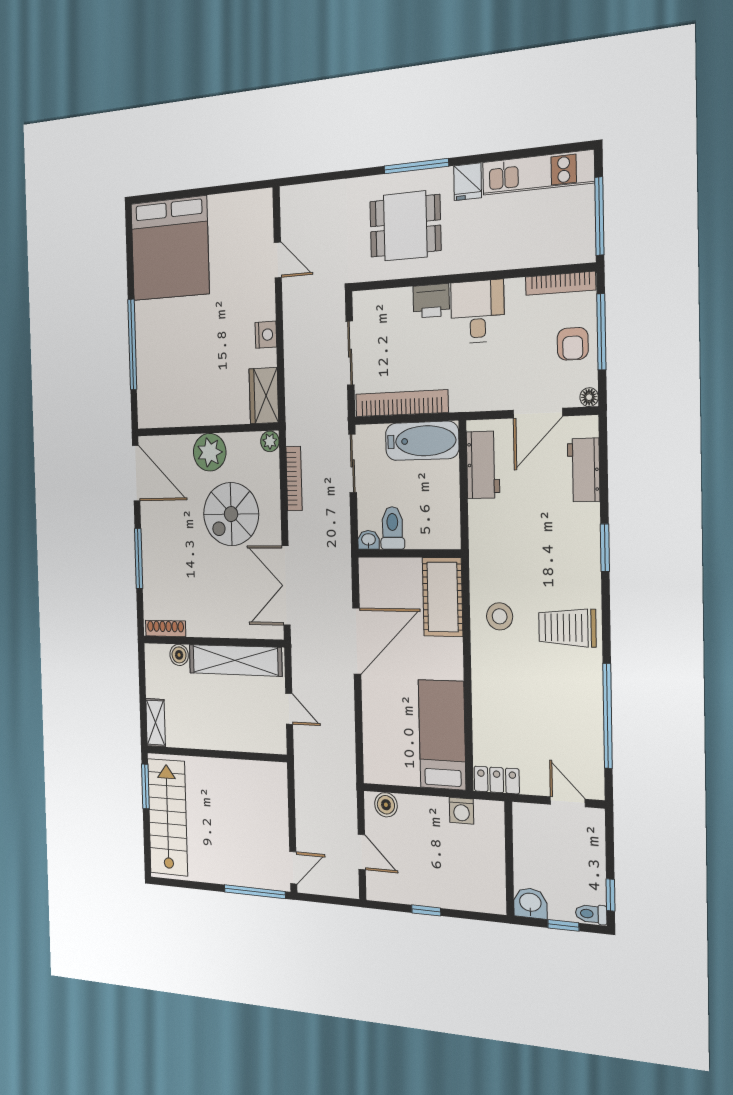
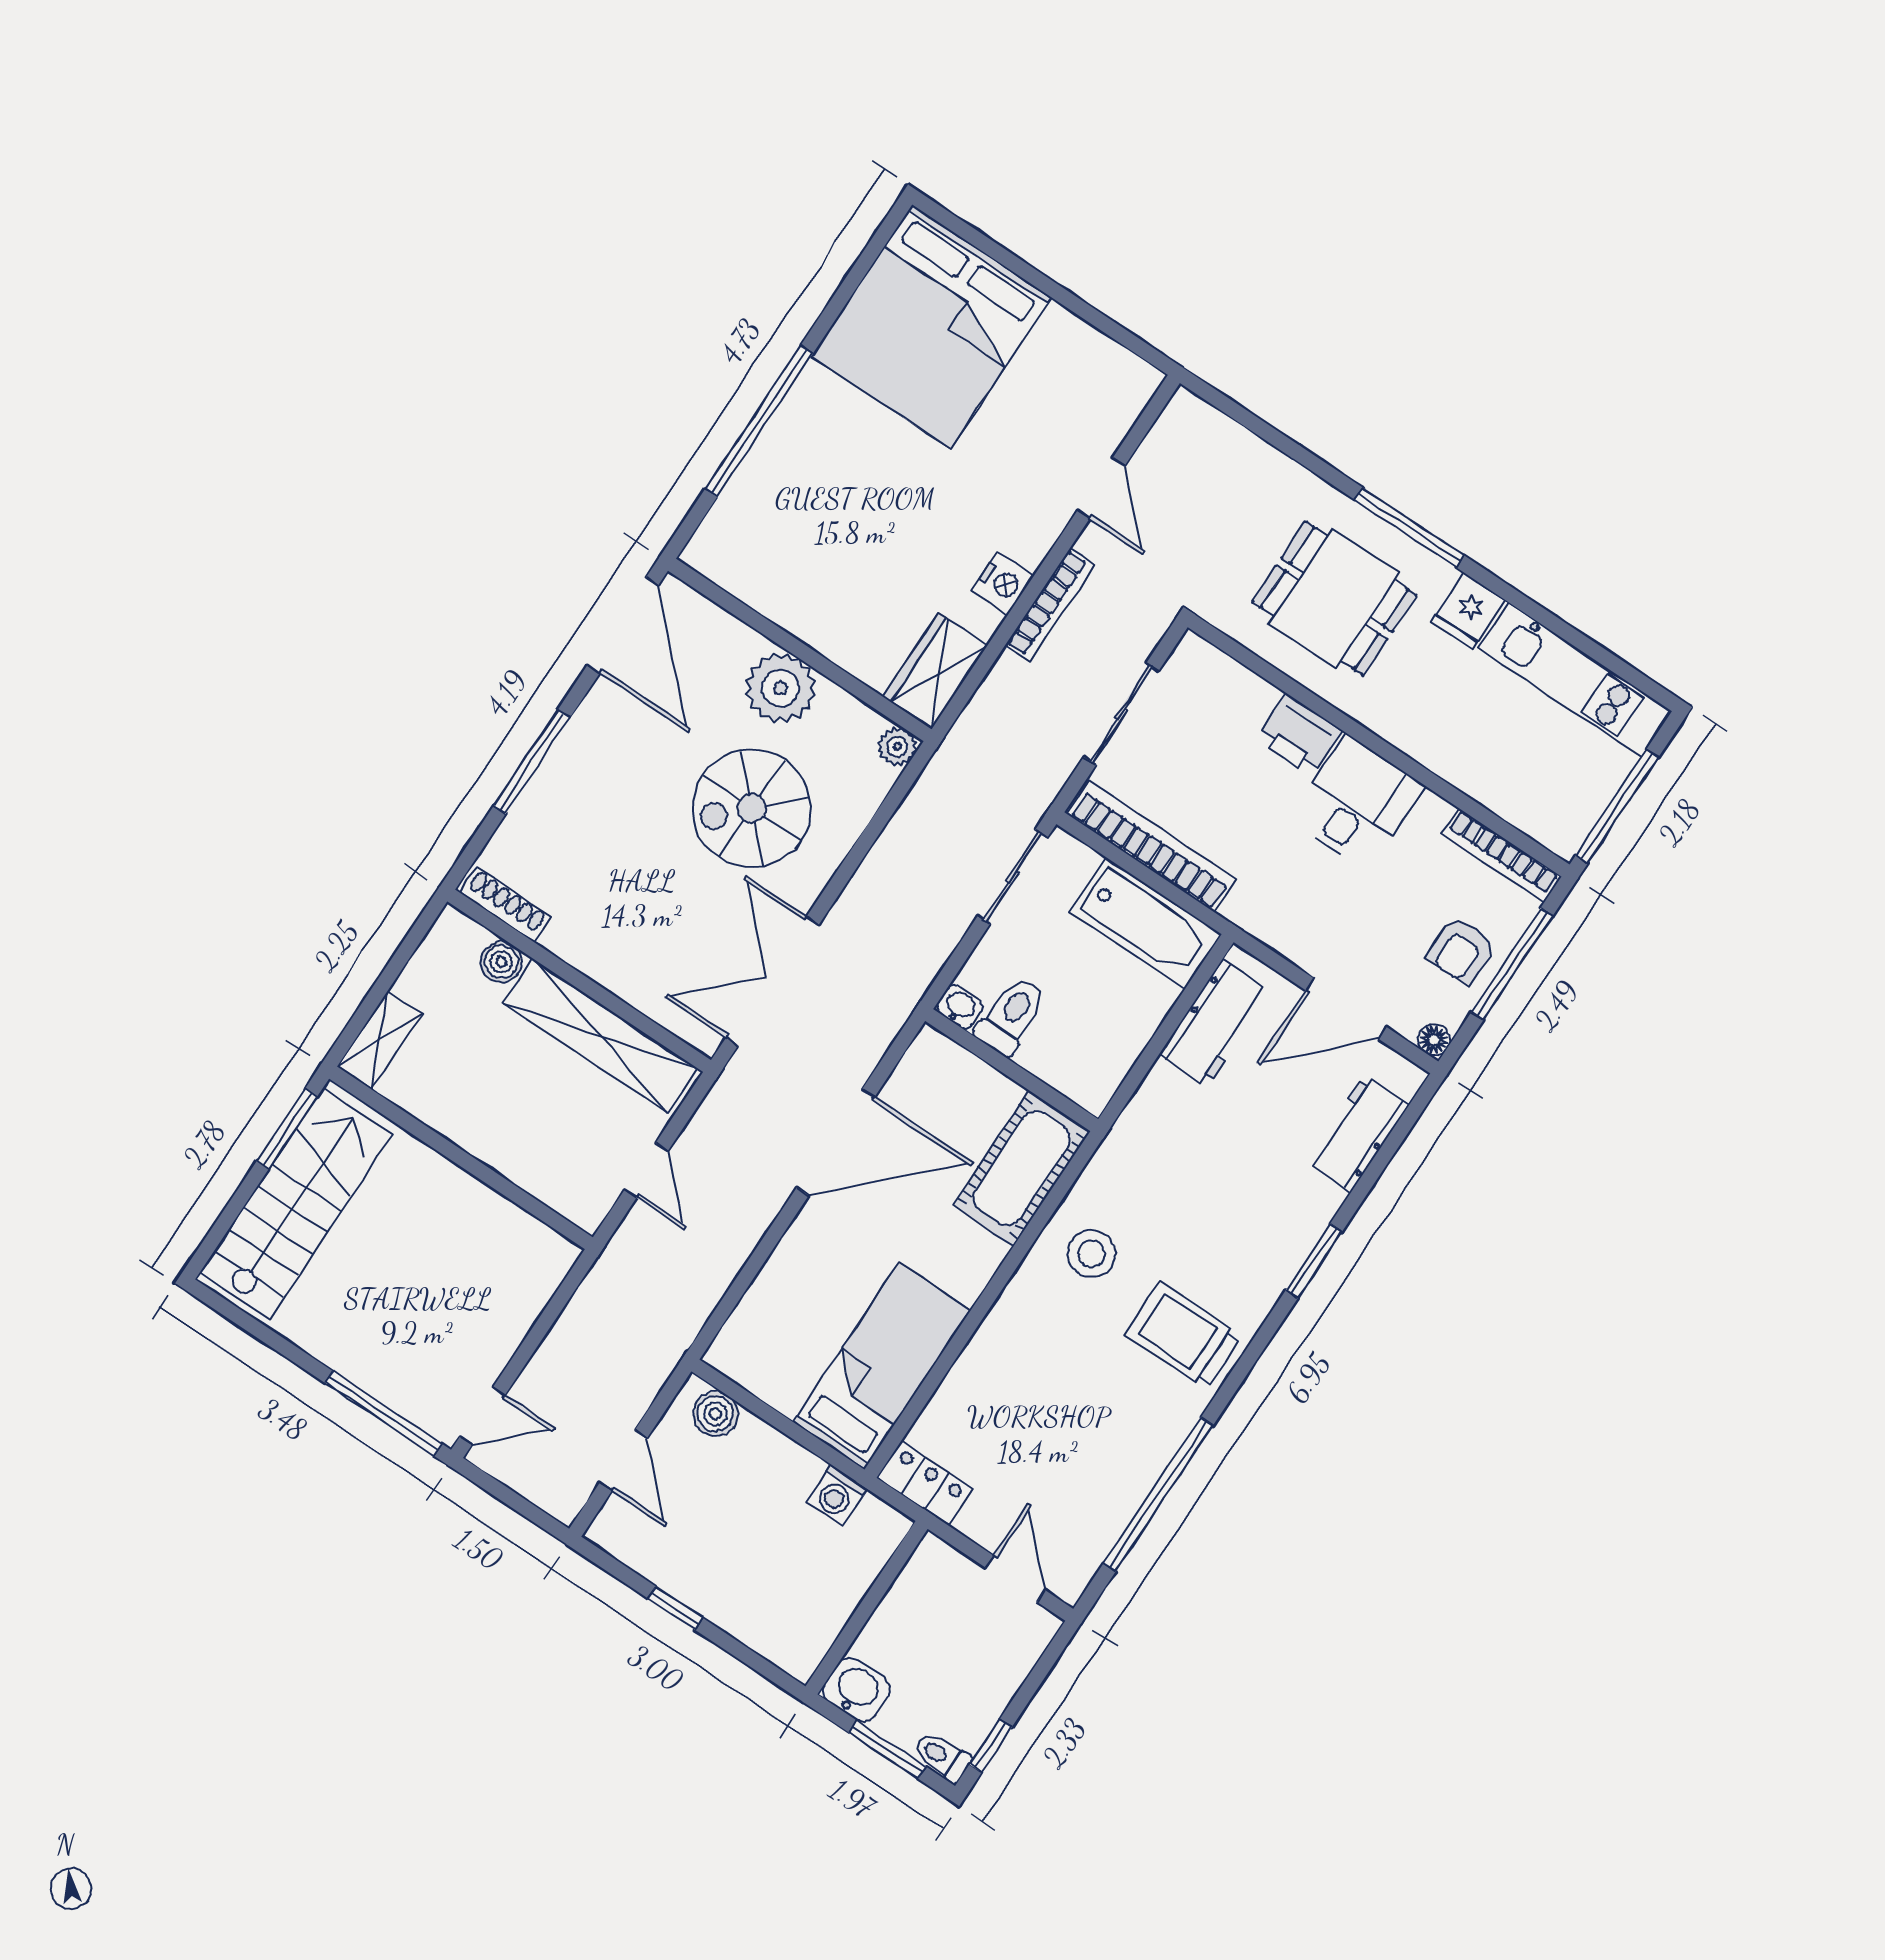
bookcase: (294, 479) -> (1050, 605), moved
window: (563, 925) -> (887, 1750), width x1.50

